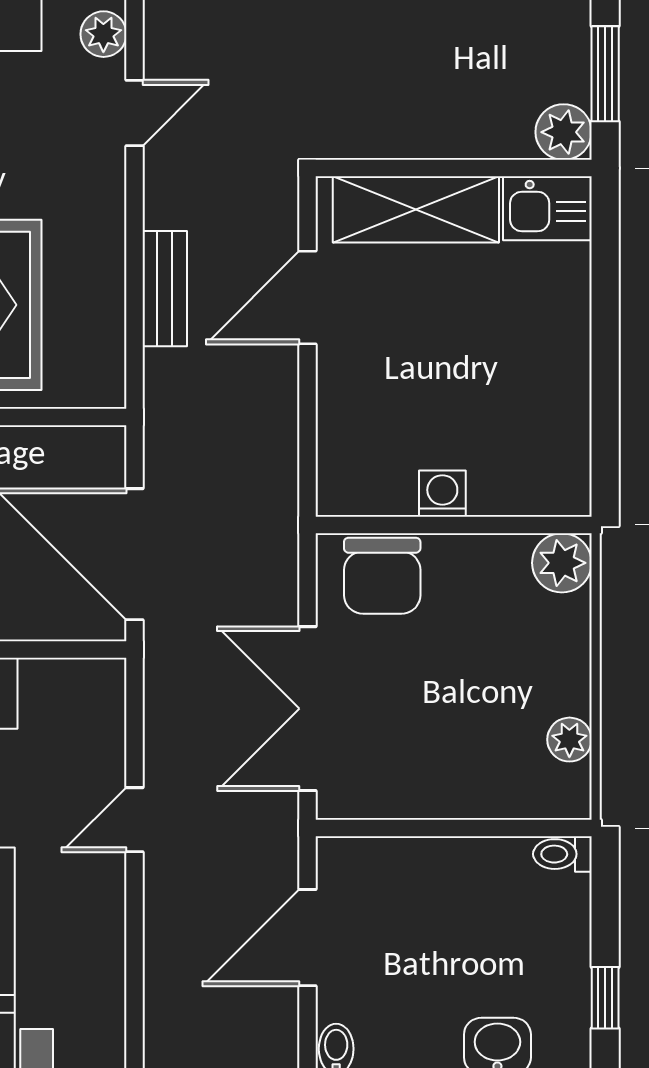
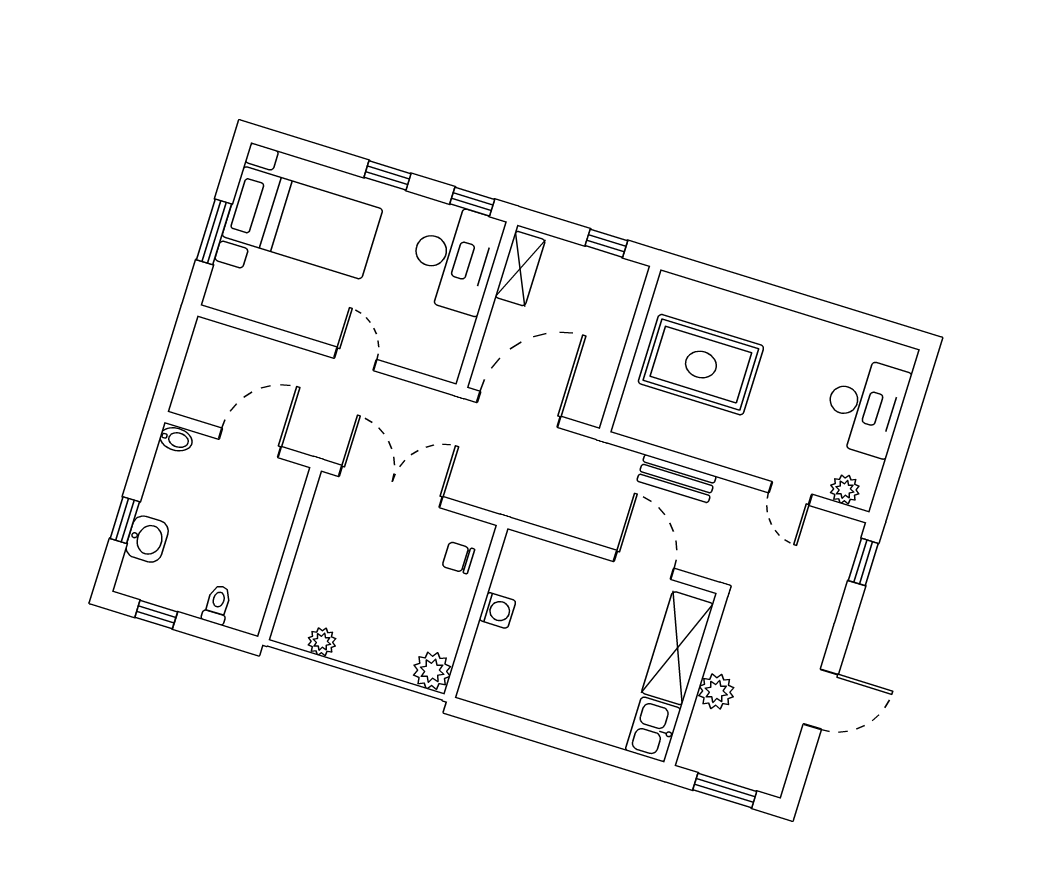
plant: (564, 132) -> (716, 692), moved
chair: (382, 576) -> (458, 558), width x0.54, depth x0.54
toilet: (562, 854) -> (217, 605), moved
door: (308, 938) -> (250, 443), hinge flipped

